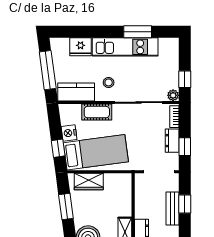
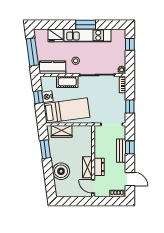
window: (138, 32) -> (86, 25), moved
window: (185, 79) -> (130, 44), moved
dresser: (172, 141) -> (121, 102), removed
window: (58, 148) -> (38, 97), moved

